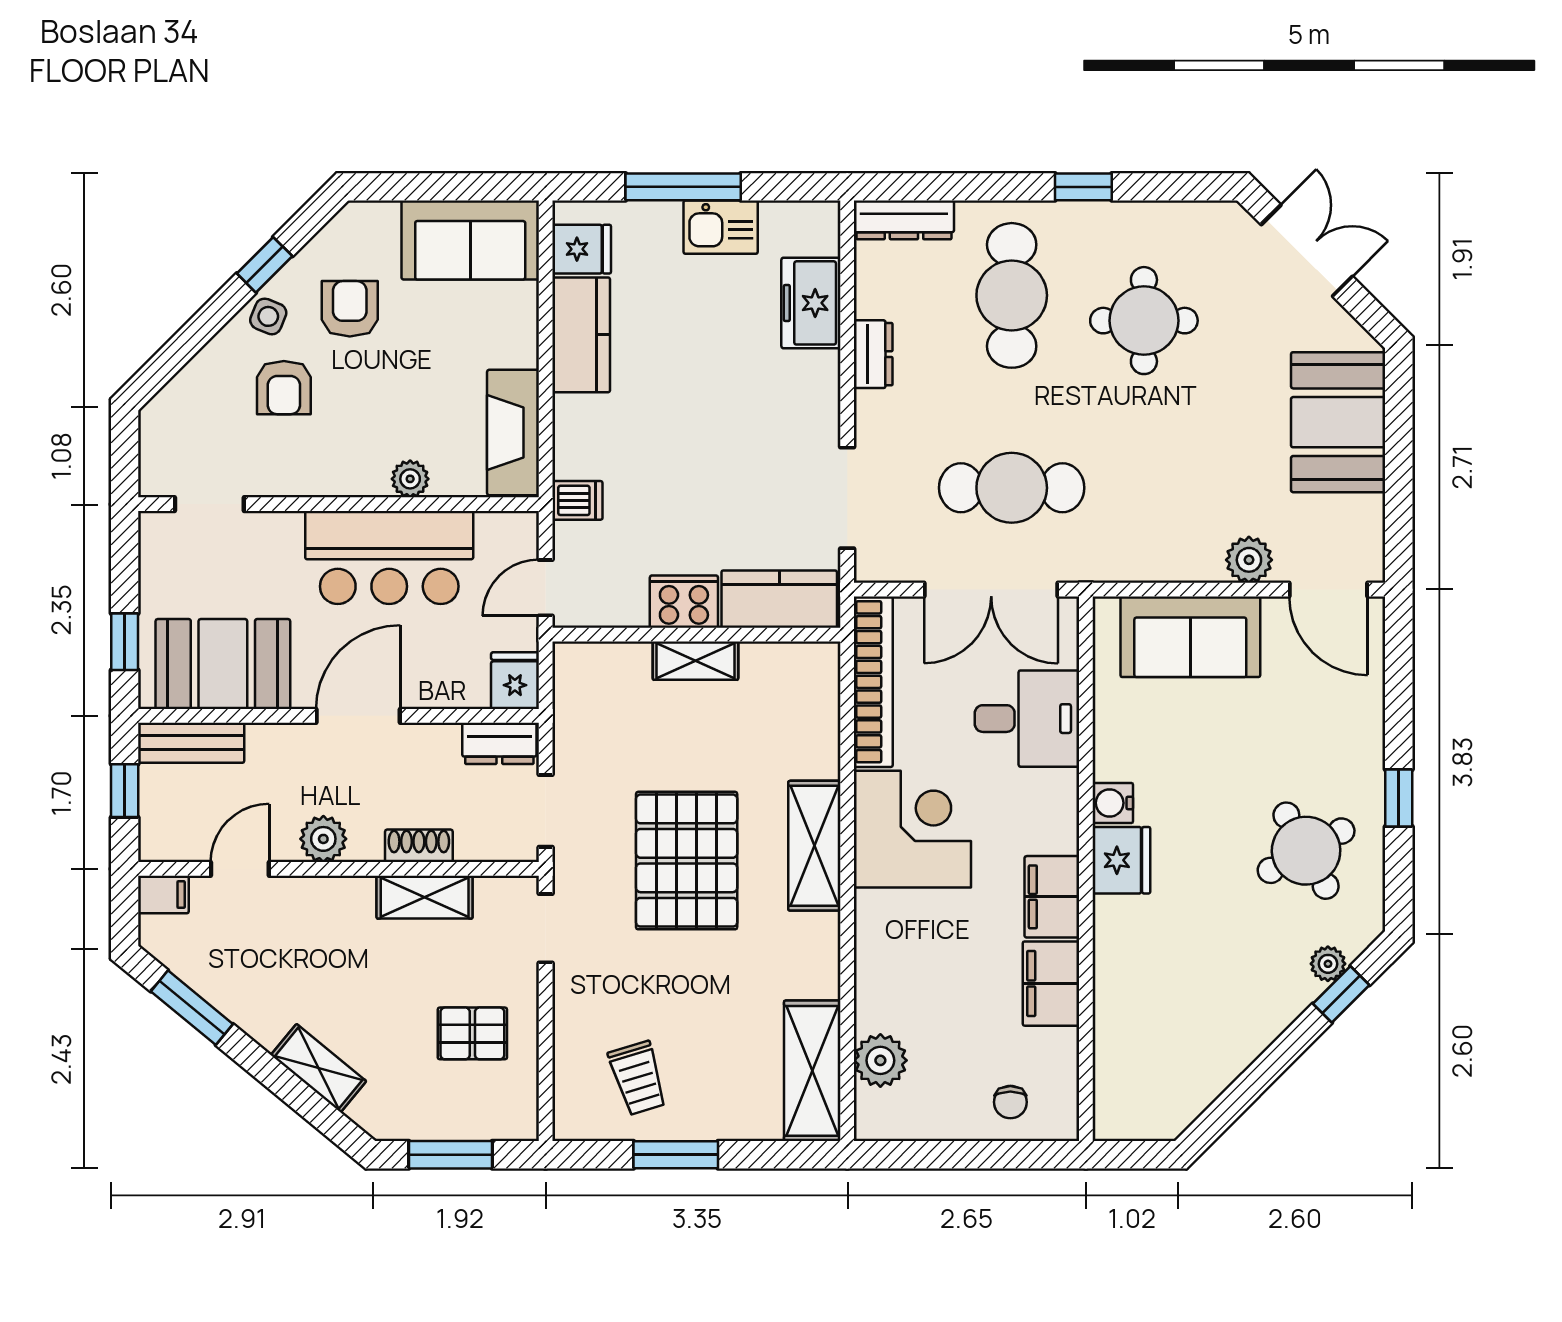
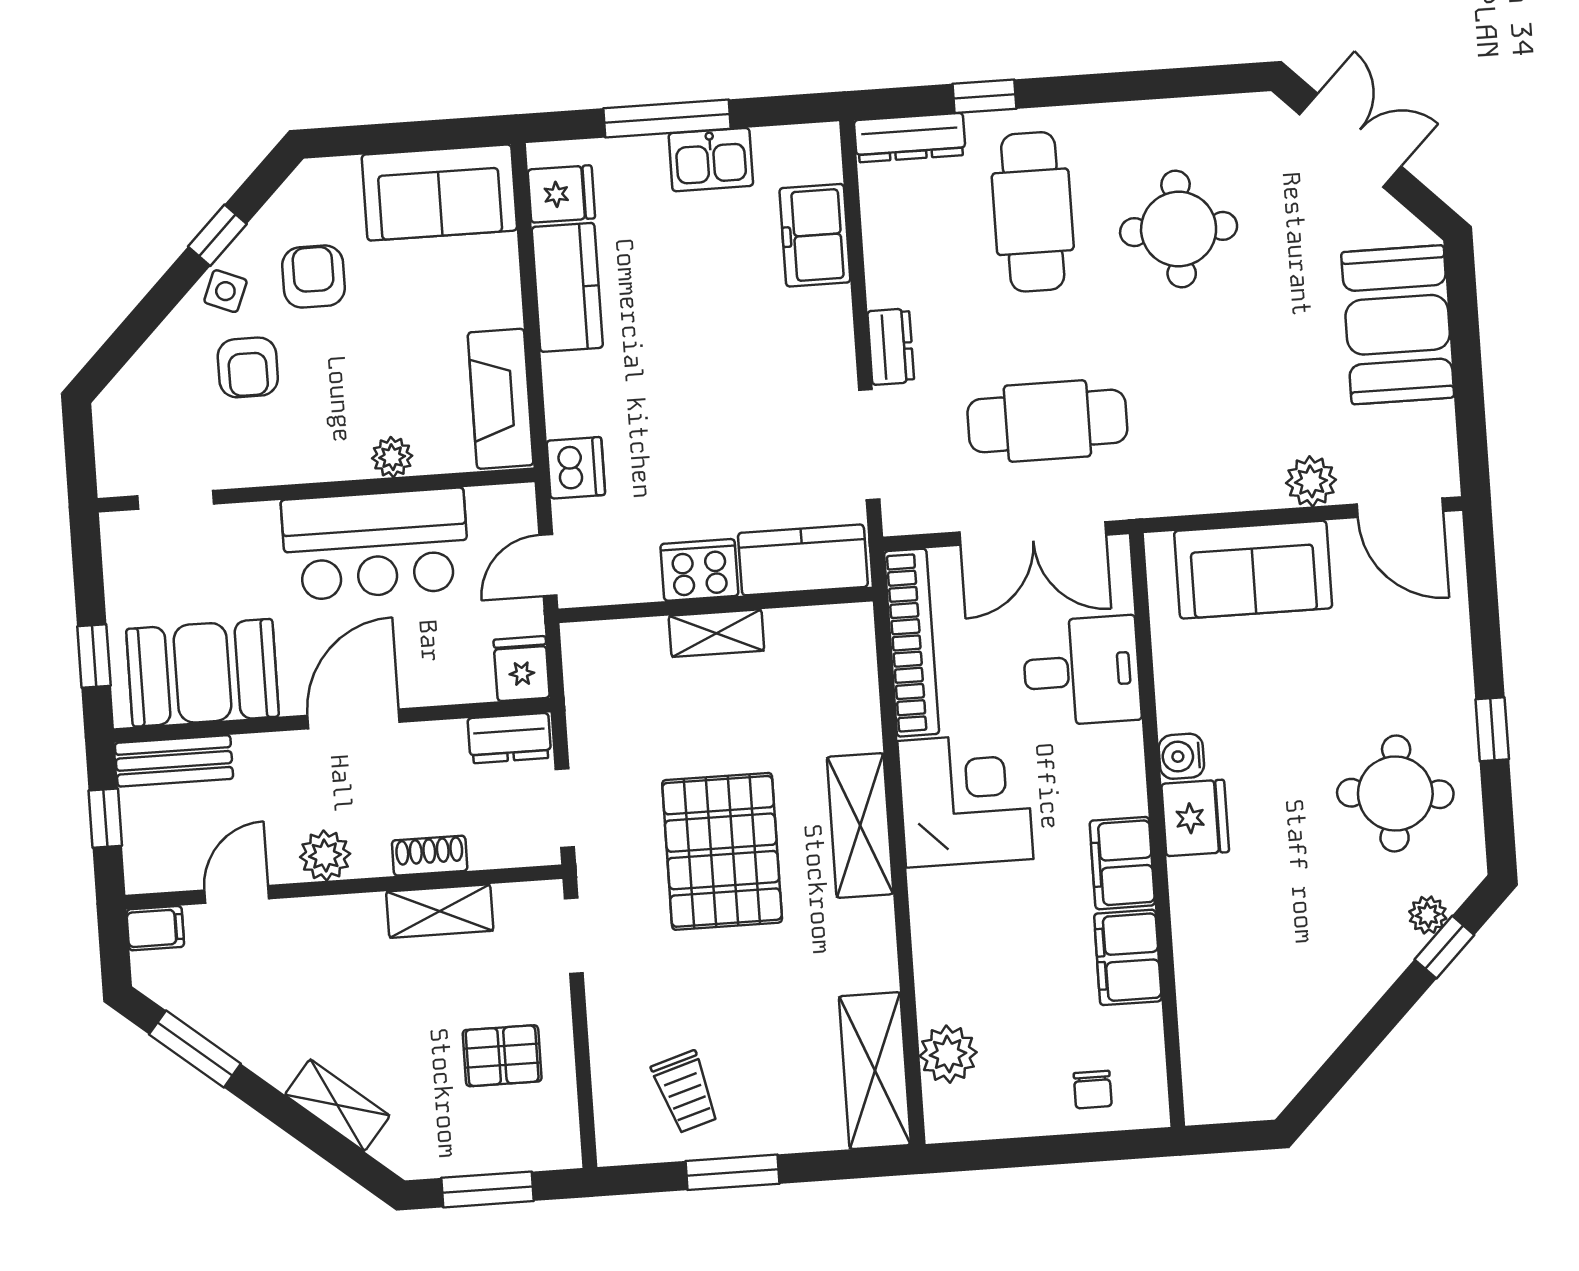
window: (1083, 187) -> (984, 96), moved
dresser: (873, 354) -> (891, 347), moved
dishwasher: (577, 500) -> (576, 468), width x1.38
round table: (1306, 851) -> (1395, 793), turned 34

